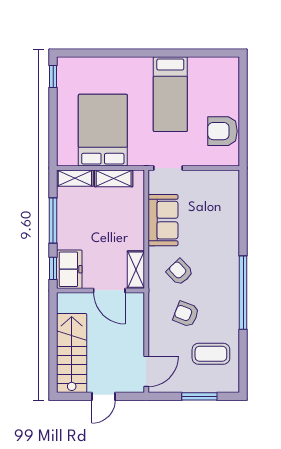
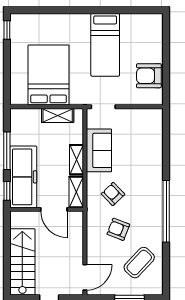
shelving: (75, 178) -> (77, 160), moved, turned 90
freezer: (69, 269) -> (23, 177), width x1.91, depth x1.26
coffee table: (211, 354) -> (139, 263), turned -47

